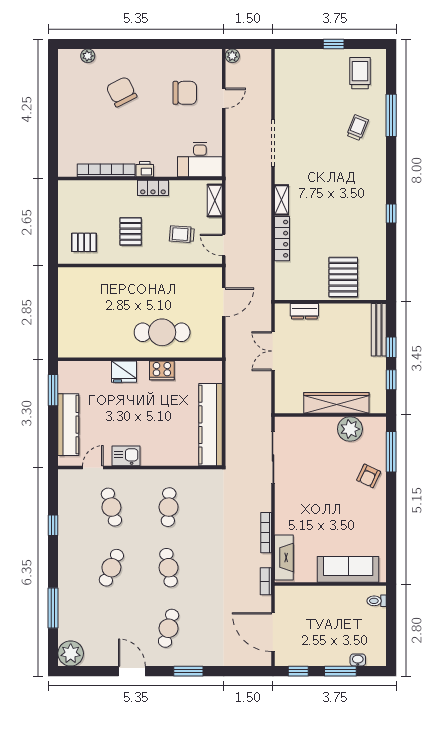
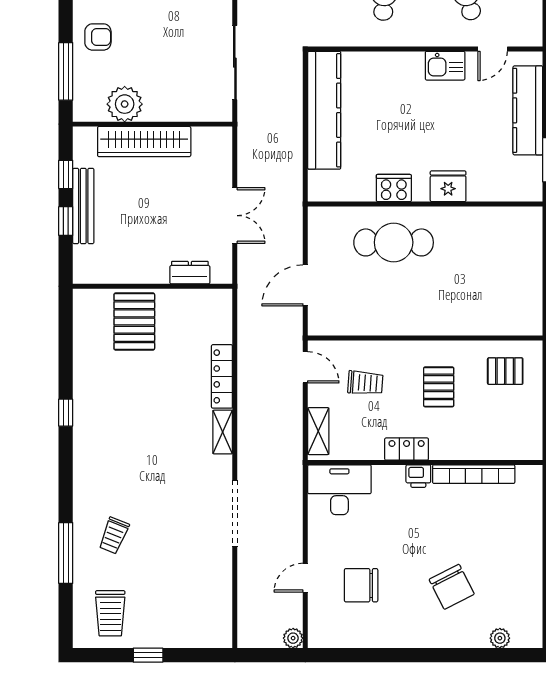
bench: (379, 330) -> (83, 206), moved
armchair: (369, 476) -> (98, 37), turned 65

